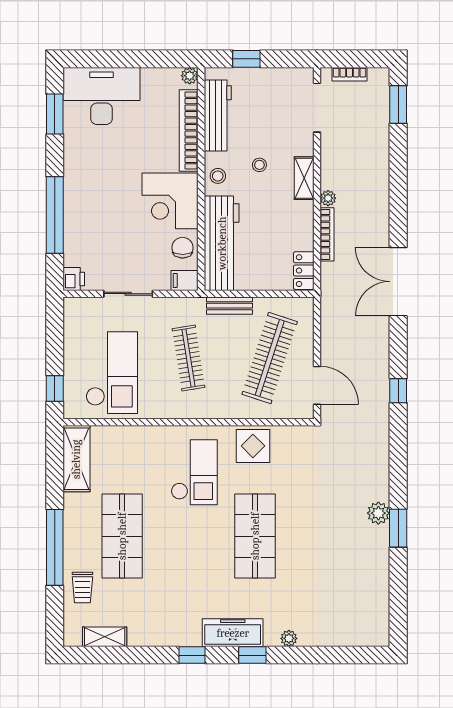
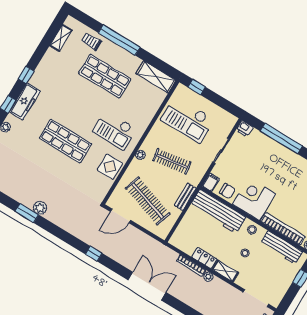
locker: (304, 271) -> (204, 258), moved
plant: (208, 411) -> (140, 155), added

